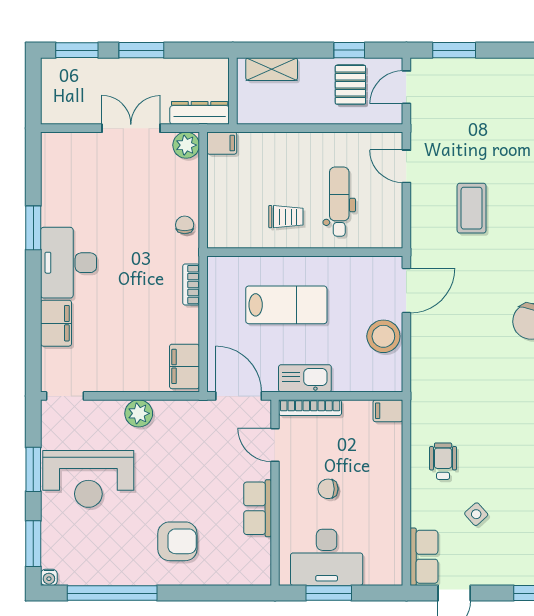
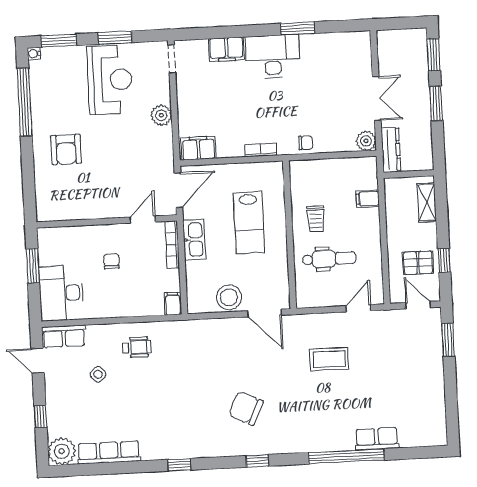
filing cabinet: (222, 143) -> (368, 199), moved, turned 90
reception desk: (88, 479) -> (110, 80), turned 180
row of seats: (258, 508) -> (94, 209), removed
desk: (327, 557) -> (61, 293), moved

